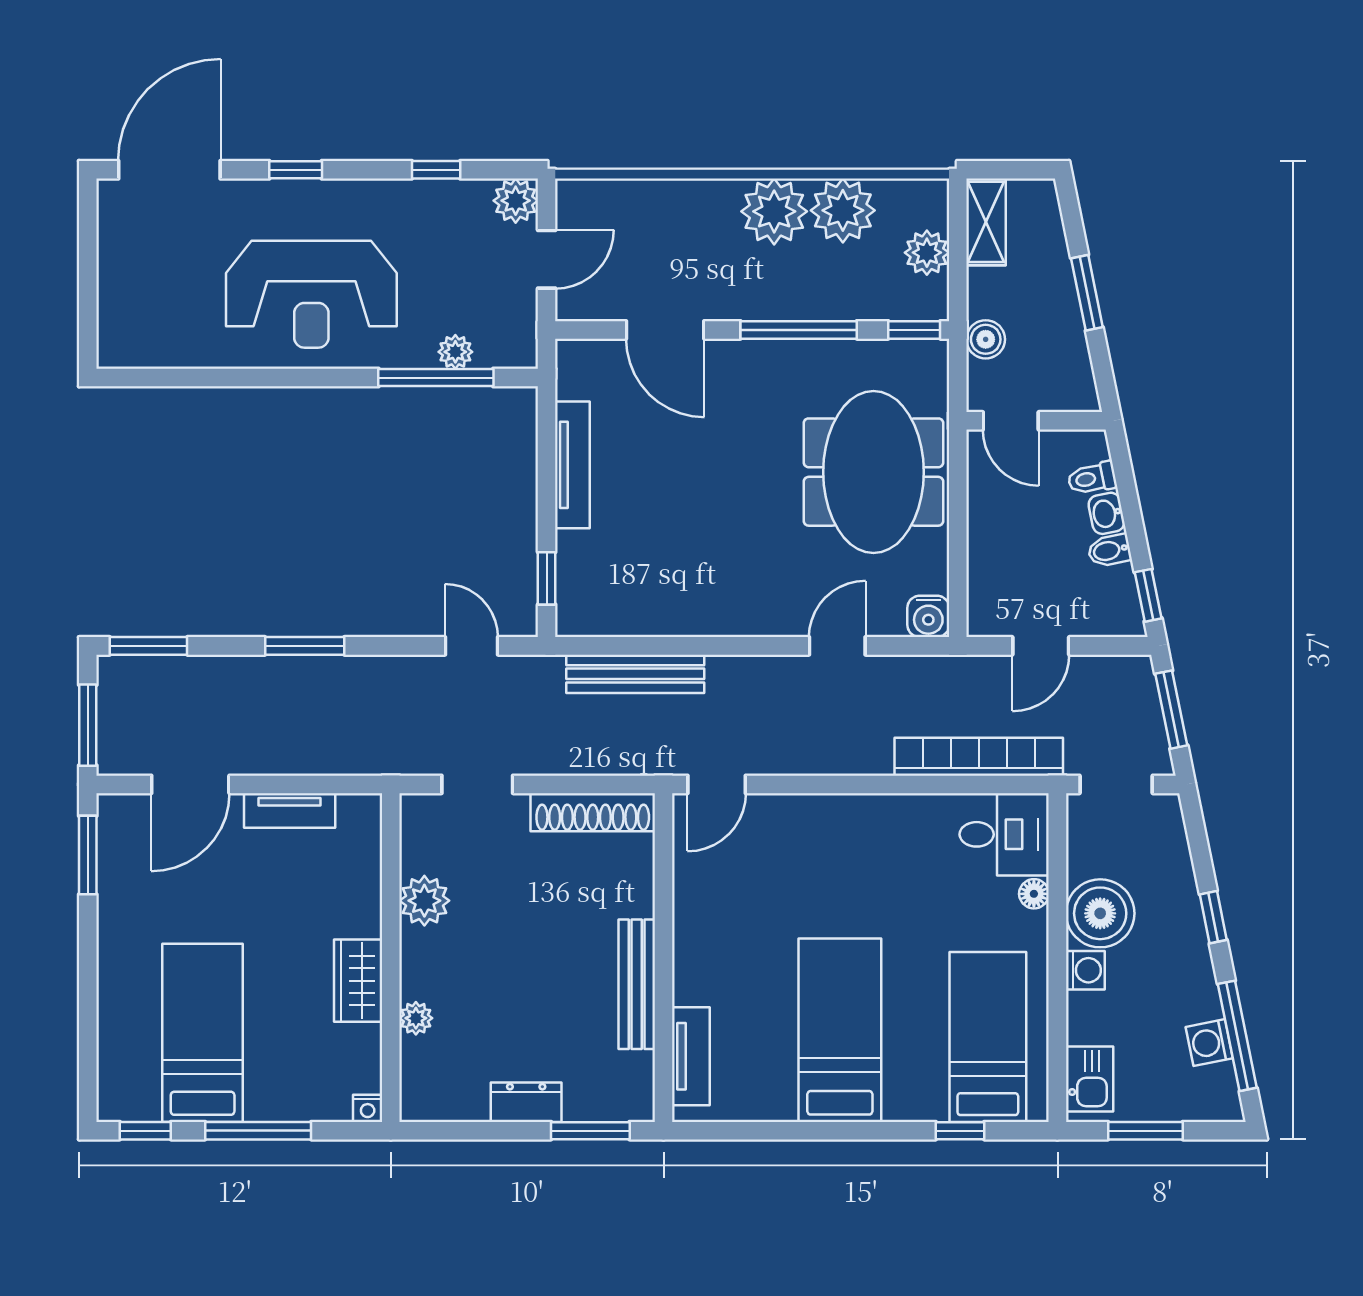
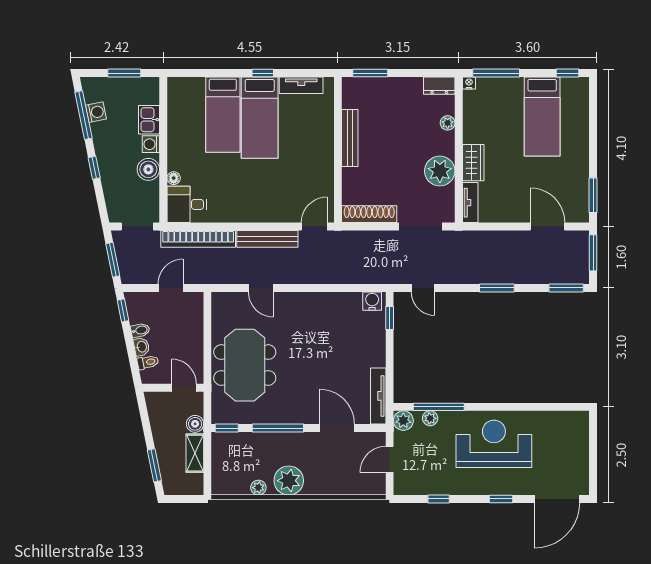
plant: (516, 201) -> (403, 421), moved
plant: (843, 210) -> (258, 488), width x0.53, depth x0.53
shelving: (986, 222) -> (195, 453), moved
plant: (927, 253) -> (221, 462), removed
window: (1087, 293) -> (154, 465), moved
tv unit: (572, 465) -> (378, 396), moved
water cooler: (928, 616) -> (372, 301), moved
door: (837, 646) -> (261, 288), hinge flipped
bench: (635, 674) -> (267, 239), moved
door: (190, 784) -> (548, 227), hinge flipped
doorway: (477, 784) -> (420, 227), width x1.38
tv unit: (290, 810) -> (470, 203), moved, turned 90
plant: (424, 901) -> (440, 171), width x1.36, depth x1.36
boiler: (1100, 913) -> (148, 169), width x0.73, depth x0.73
wardrobe: (358, 981) -> (473, 163), moved
bed: (988, 1037) -> (223, 115), moved
tv unit: (691, 1056) -> (301, 85), moved, turned -90
kitchen sink: (1090, 1079) -> (149, 120), moved
dresser: (526, 1102) -> (439, 86), moved
window: (258, 1131) -> (496, 73), moved
window: (960, 1131) -> (263, 73), moved

